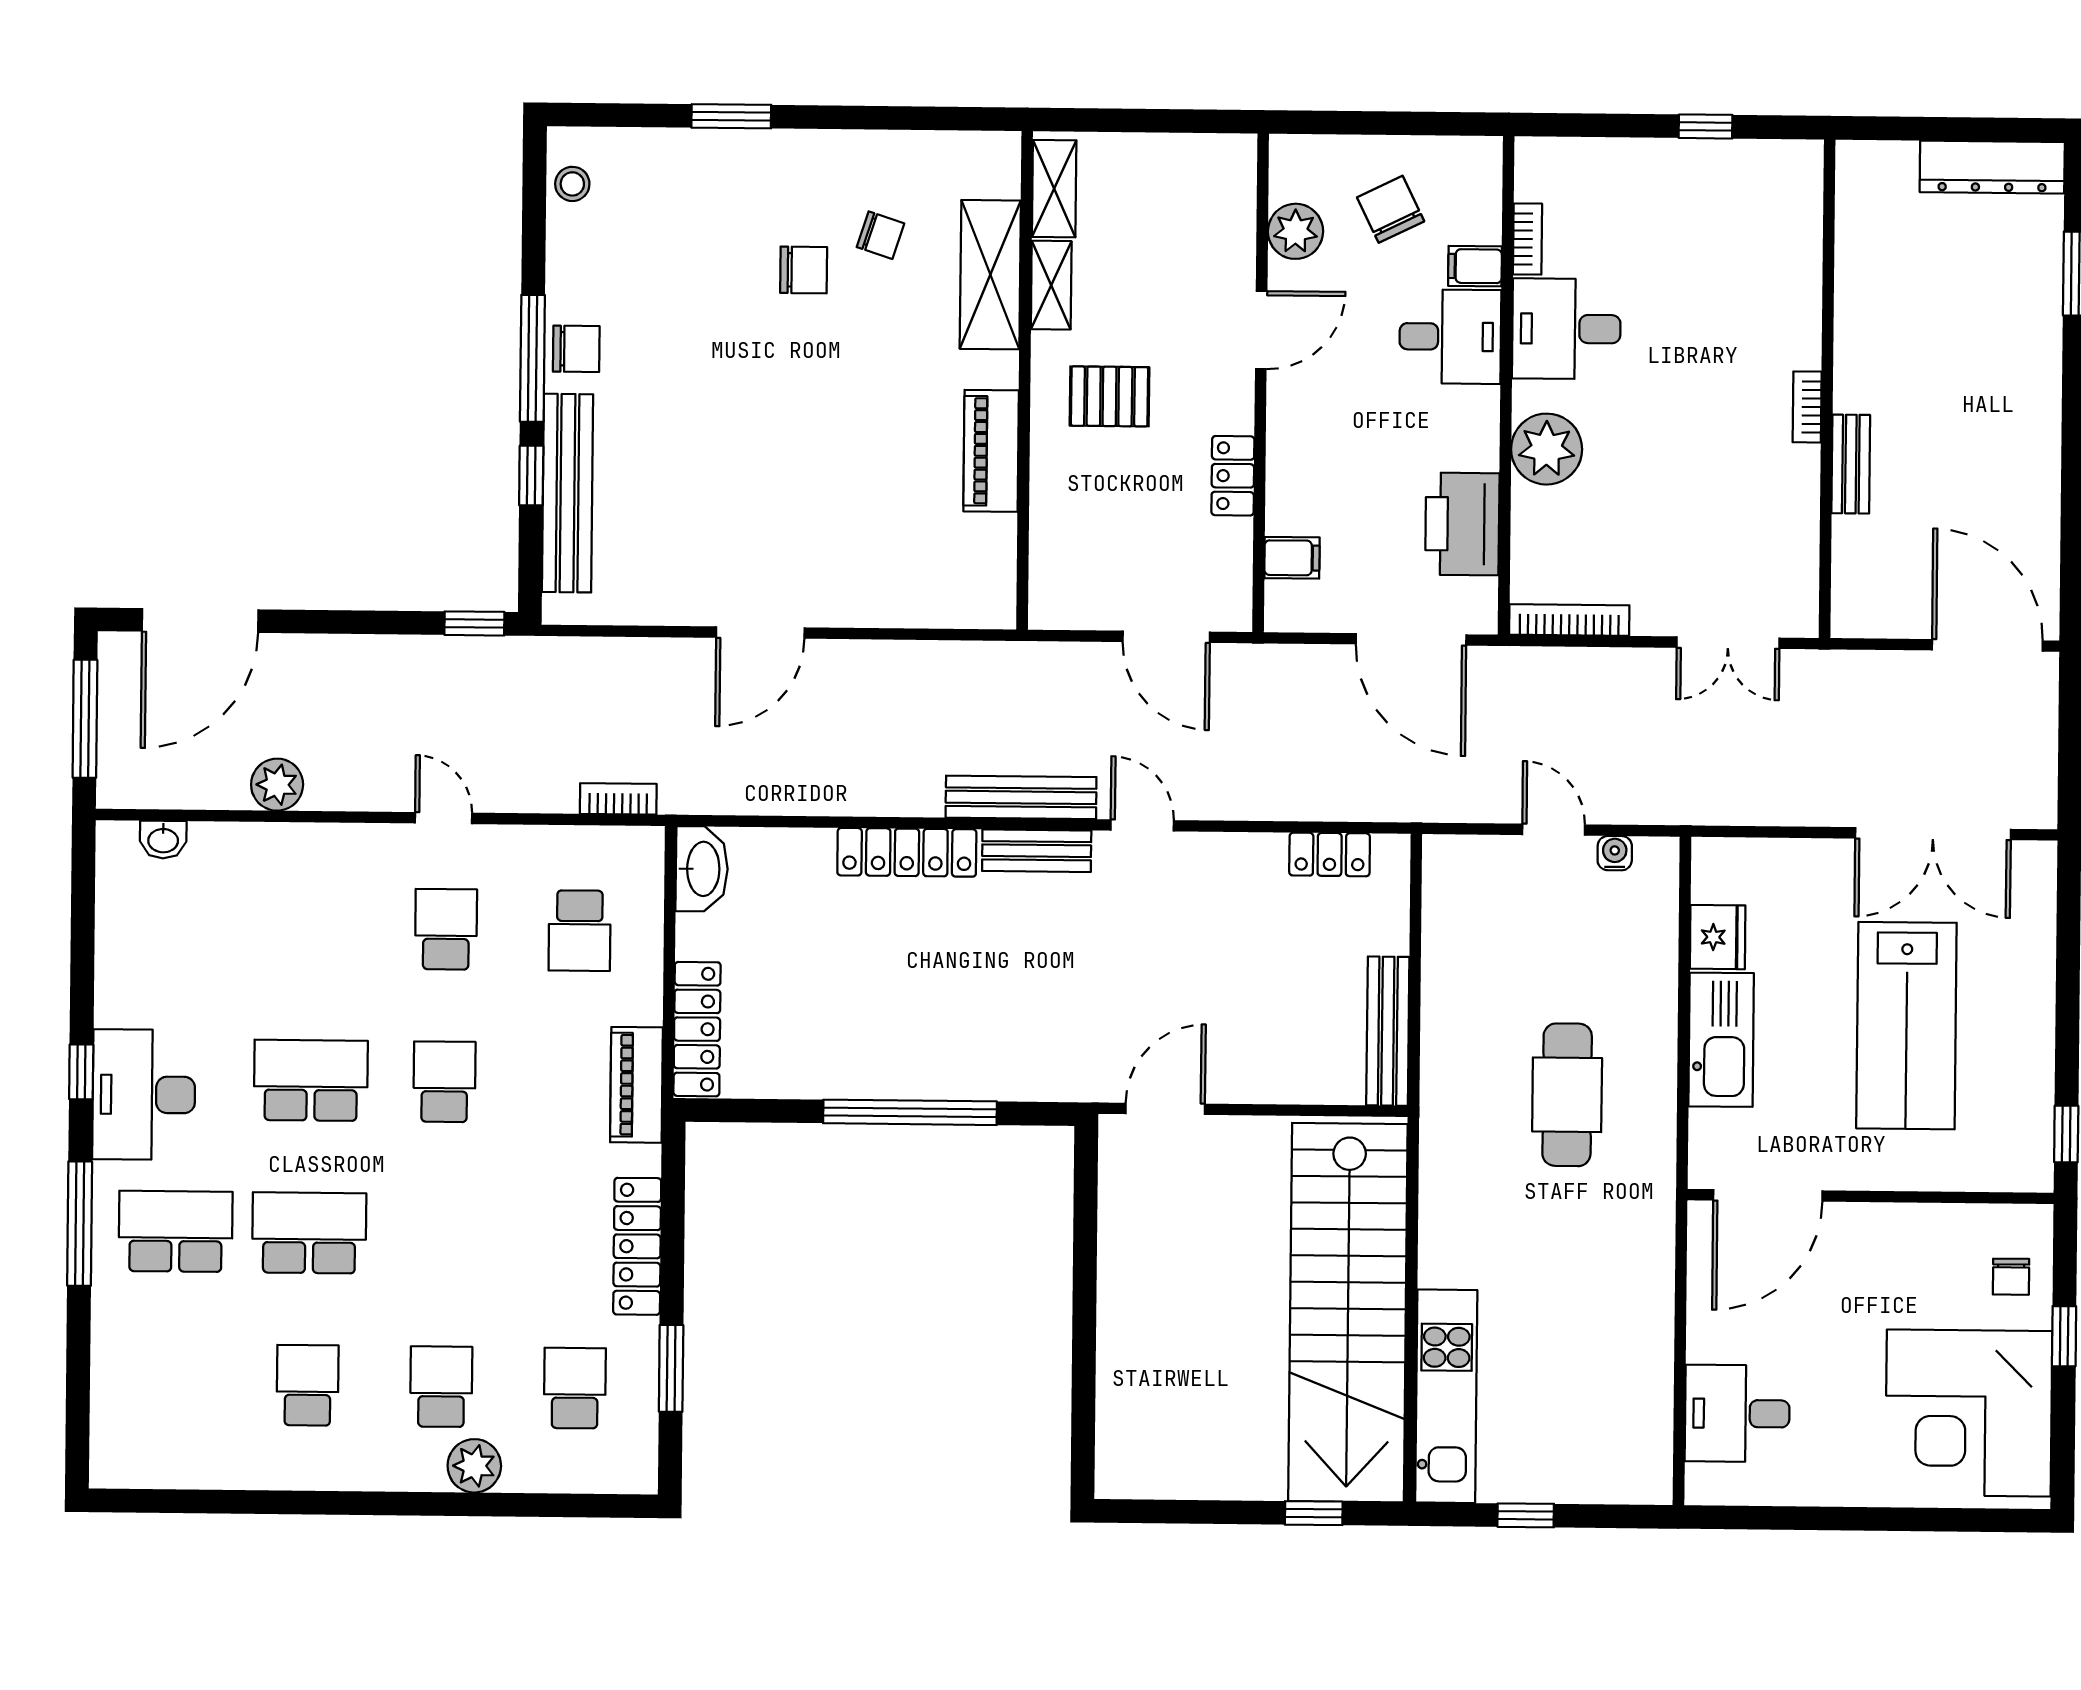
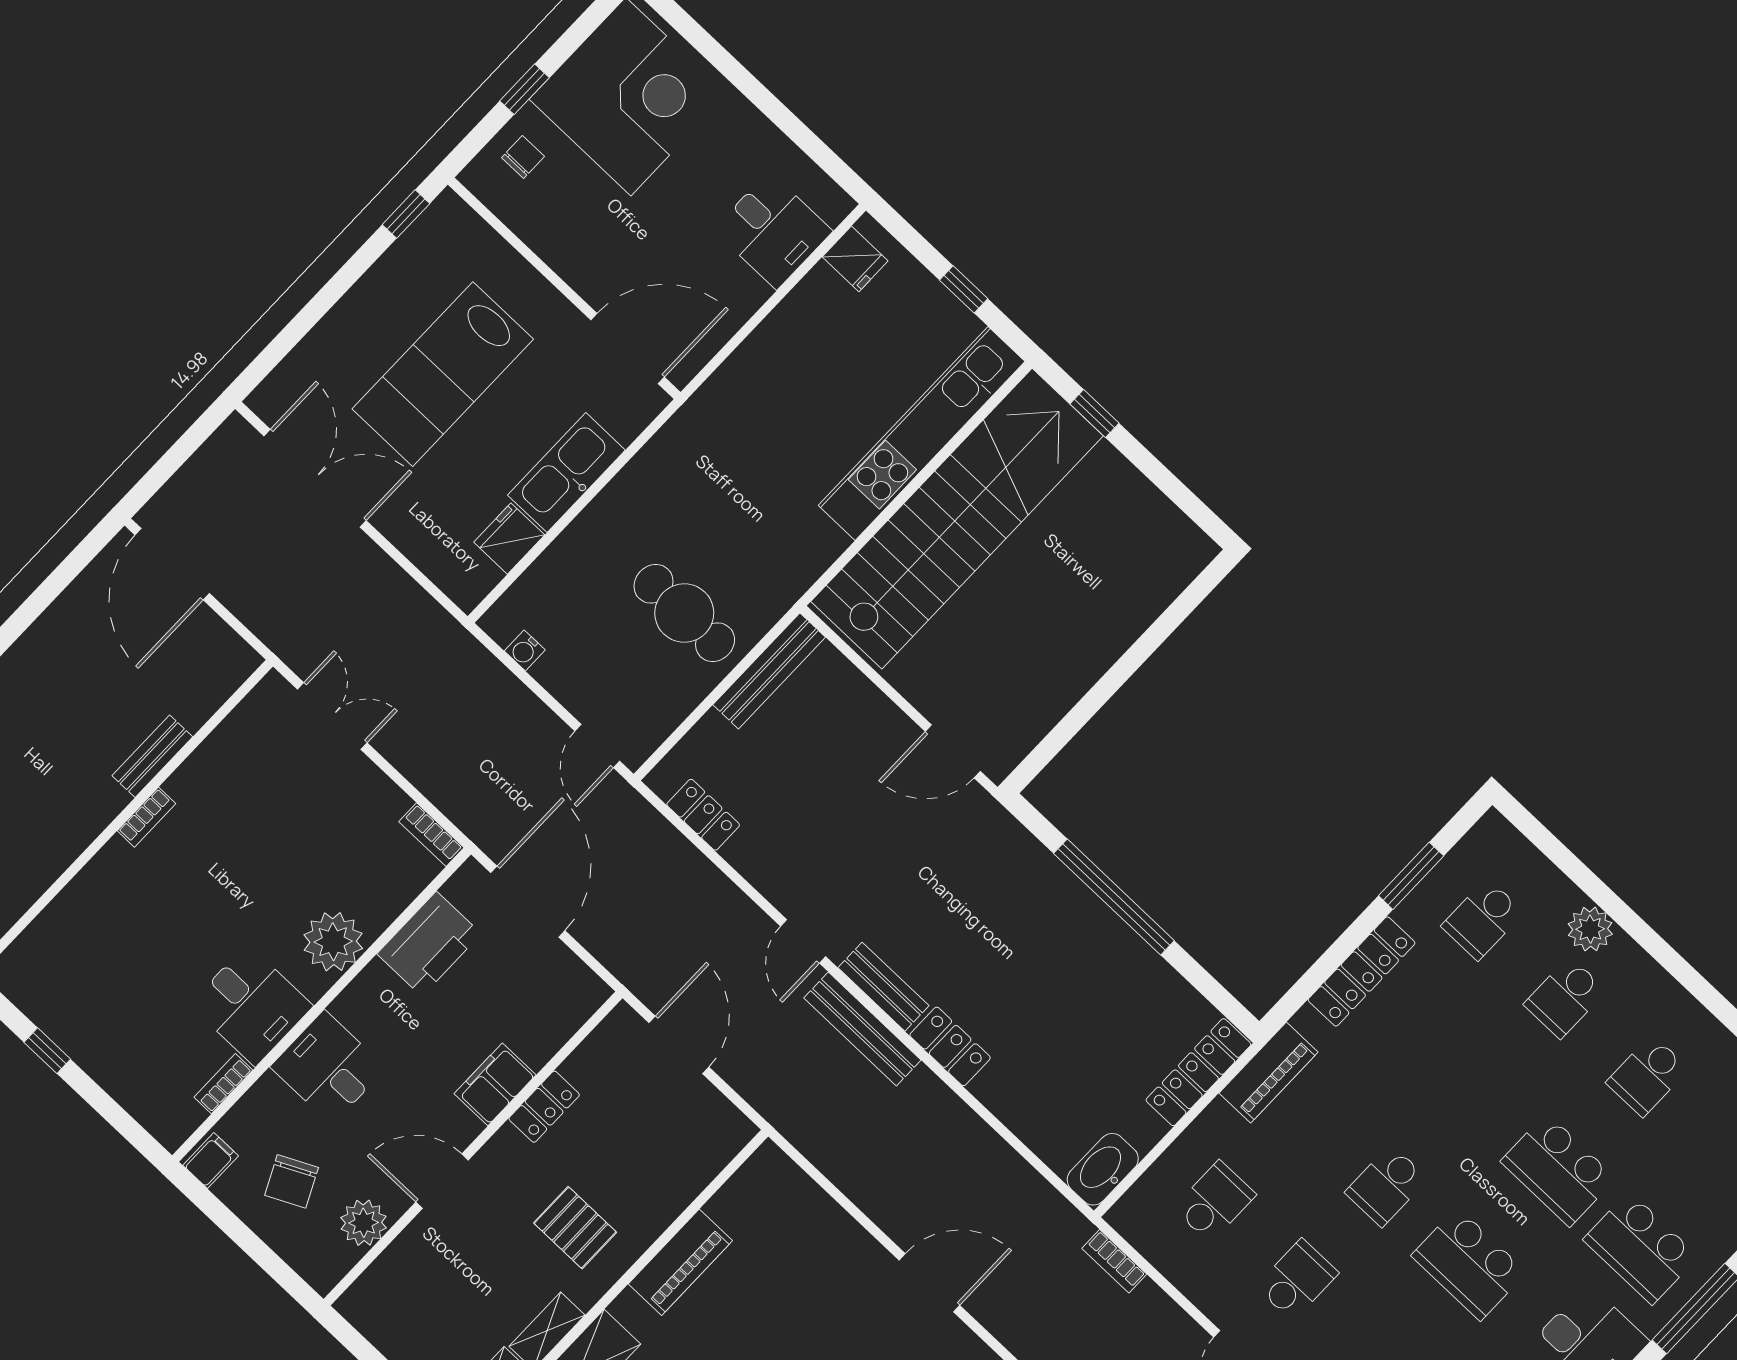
filing cabinet: (1475, 266) -> (211, 1161), moved, turned -90
filing cabinet: (1292, 558) -> (495, 1084), moved, width x2.00
bookcase: (1569, 620) -> (431, 835), width x0.64
door: (1554, 830) -> (597, 746), moved
locker: (907, 852) -> (950, 1046), width x0.66
school desk: (446, 929) -> (1297, 1280), turned 180
lab bench: (1906, 1026) -> (443, 374), turned 180
cafe table: (1567, 1095) -> (684, 613), moved, turned 90
kitchen unit: (1446, 1396) -> (922, 433), width x1.36
fridge: (1643, 1455) -> (855, 259), added

